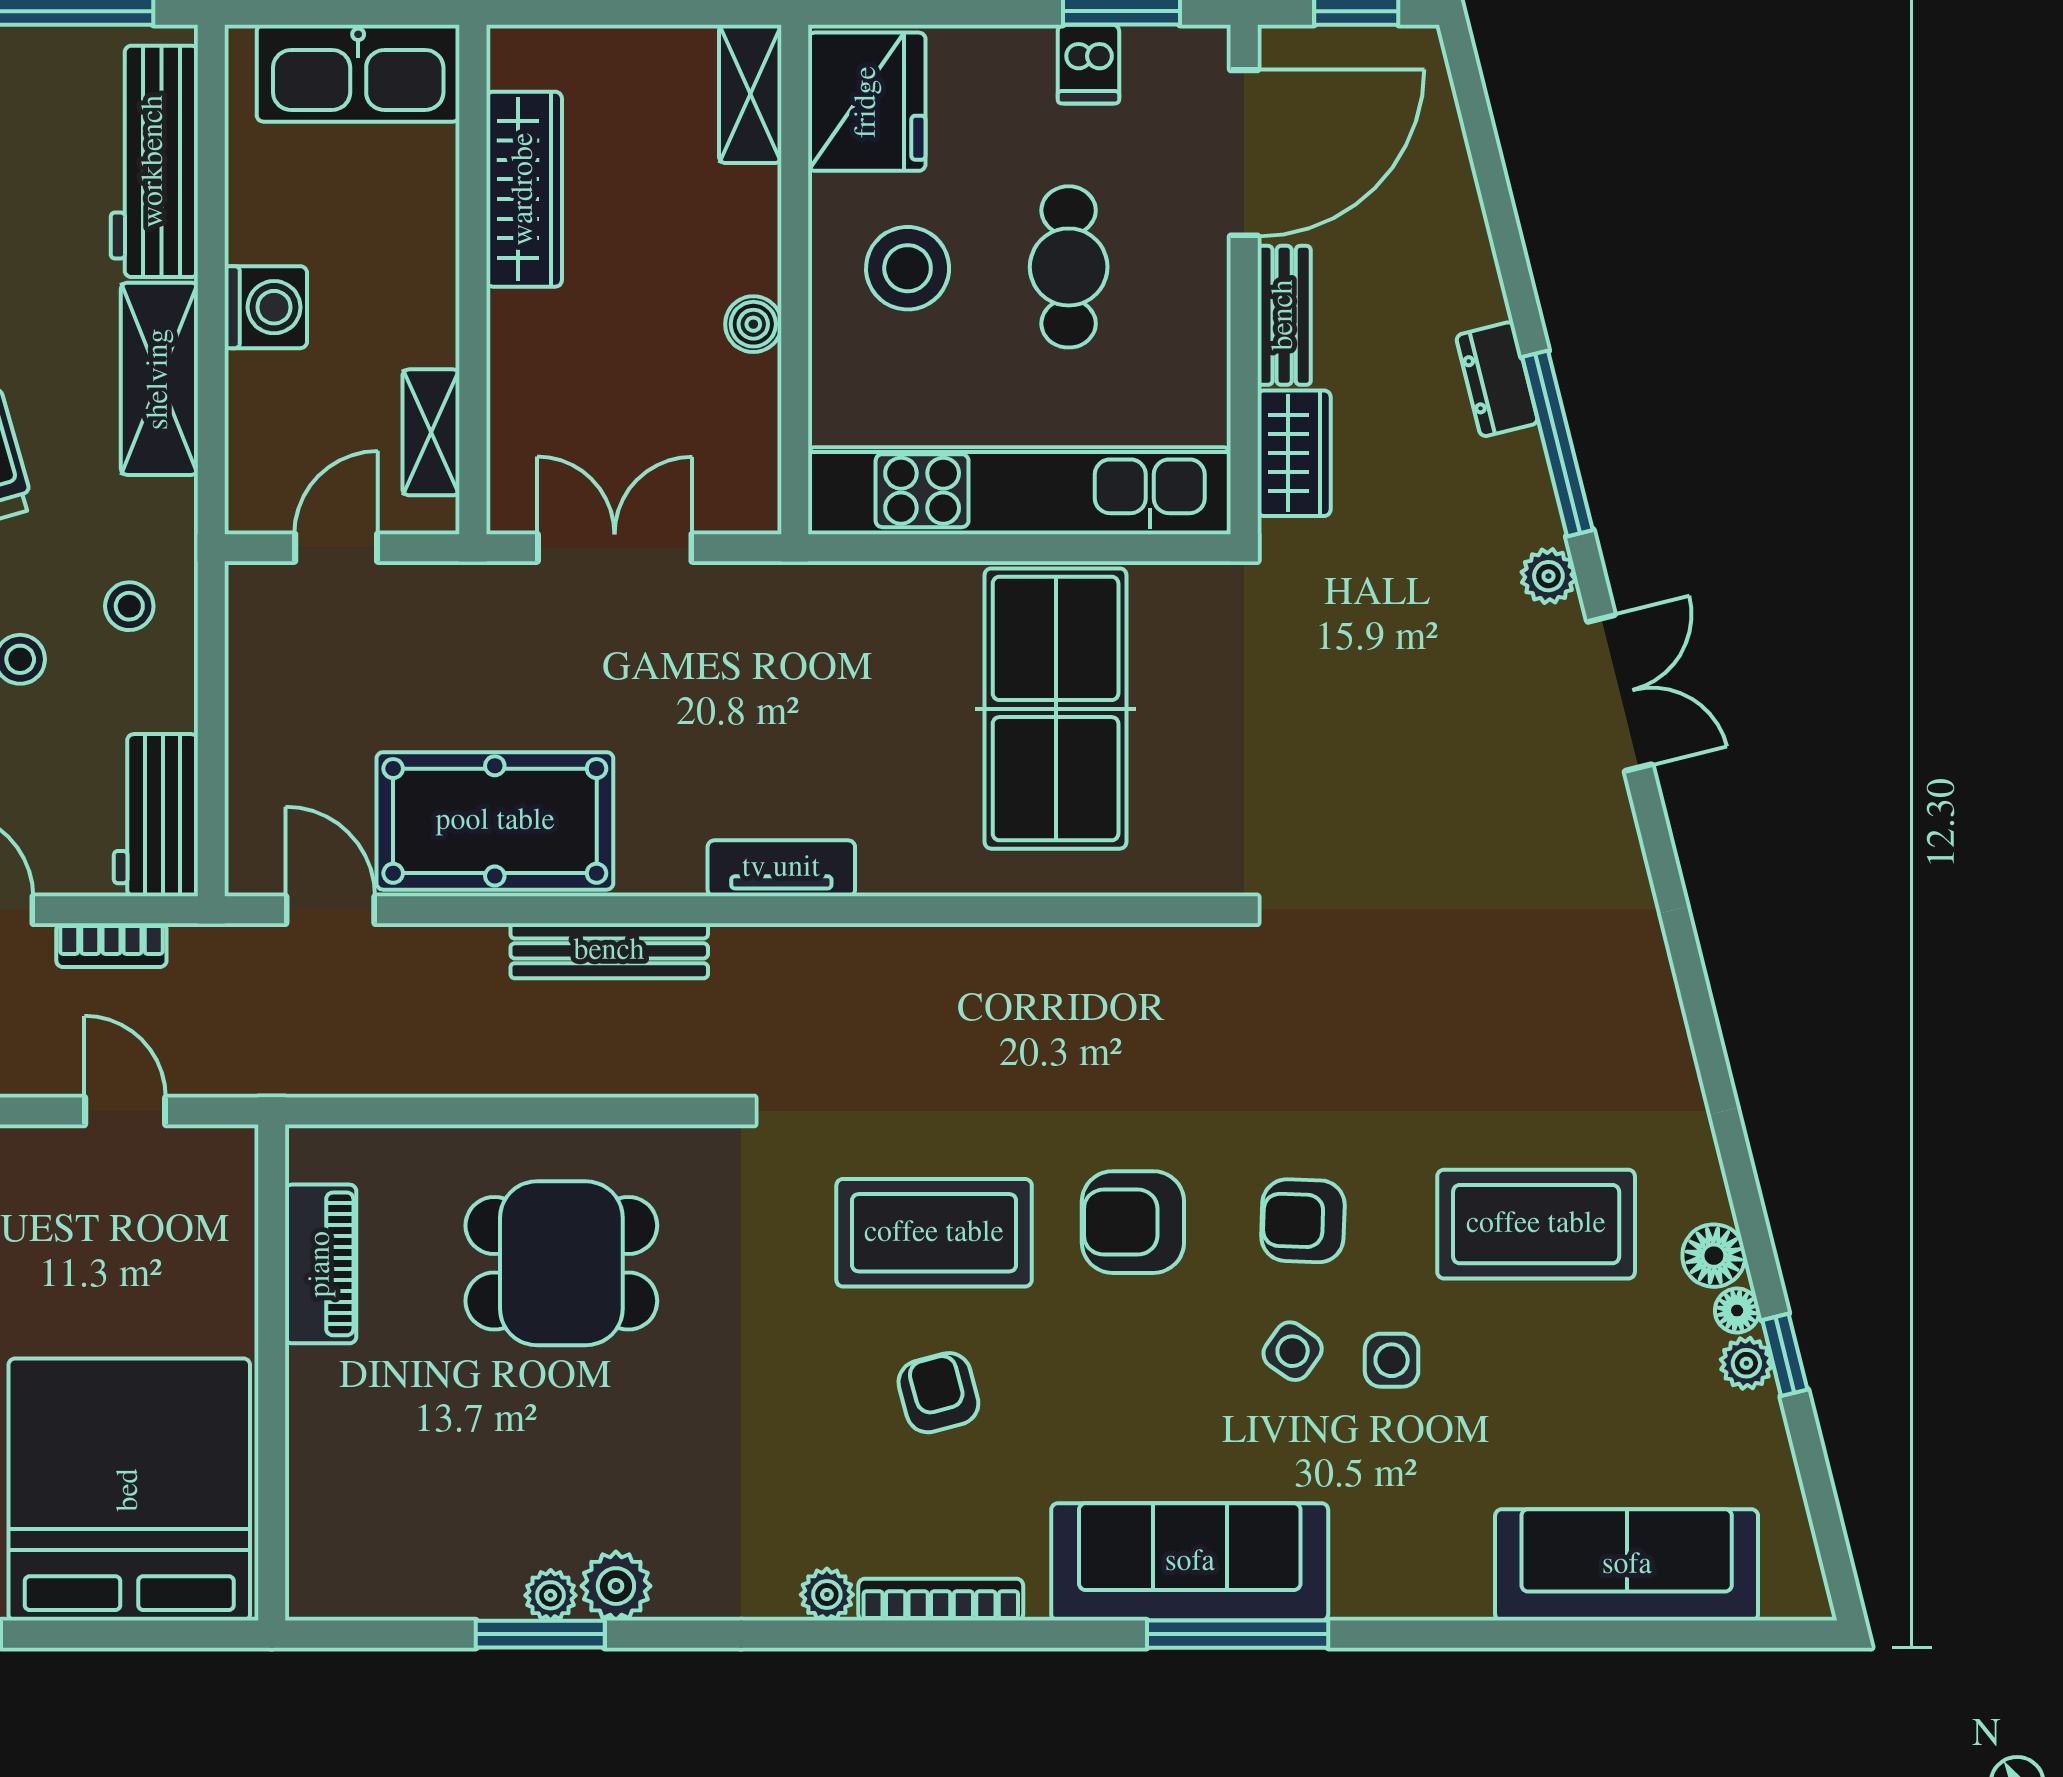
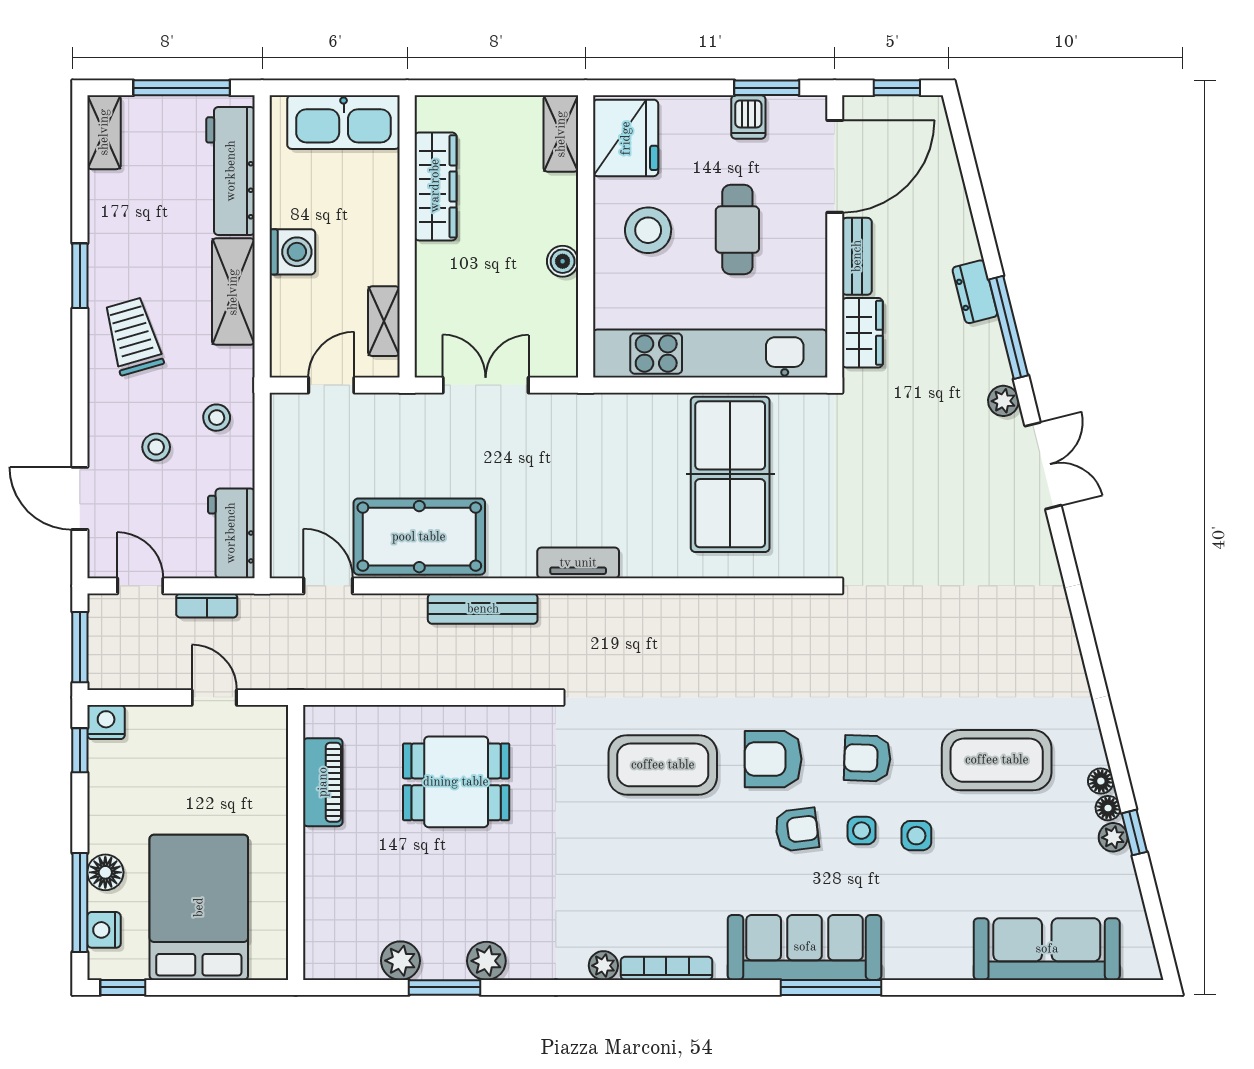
floor lamp: (1714, 1256) -> (1101, 781), width x0.73, depth x0.73
side table: (1293, 1351) -> (862, 831), turned -35
armchair: (938, 1393) -> (797, 830), moved, turned 98
bed: (129, 1490) -> (199, 907), width x0.73
plant: (551, 1595) -> (400, 961), moved, width x1.38, depth x1.38

